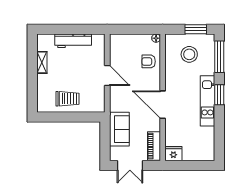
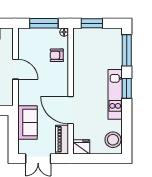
window: (136, 29) -> (44, 23), added
window: (196, 29) -> (92, 23), moved
stool: (189, 54) -> (113, 140), moved
door: (163, 105) -> (71, 110), moved

